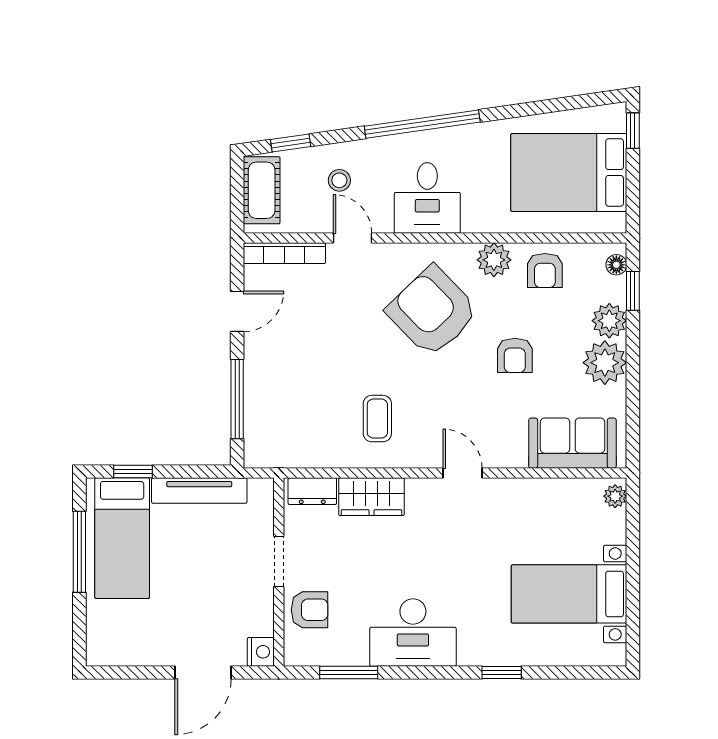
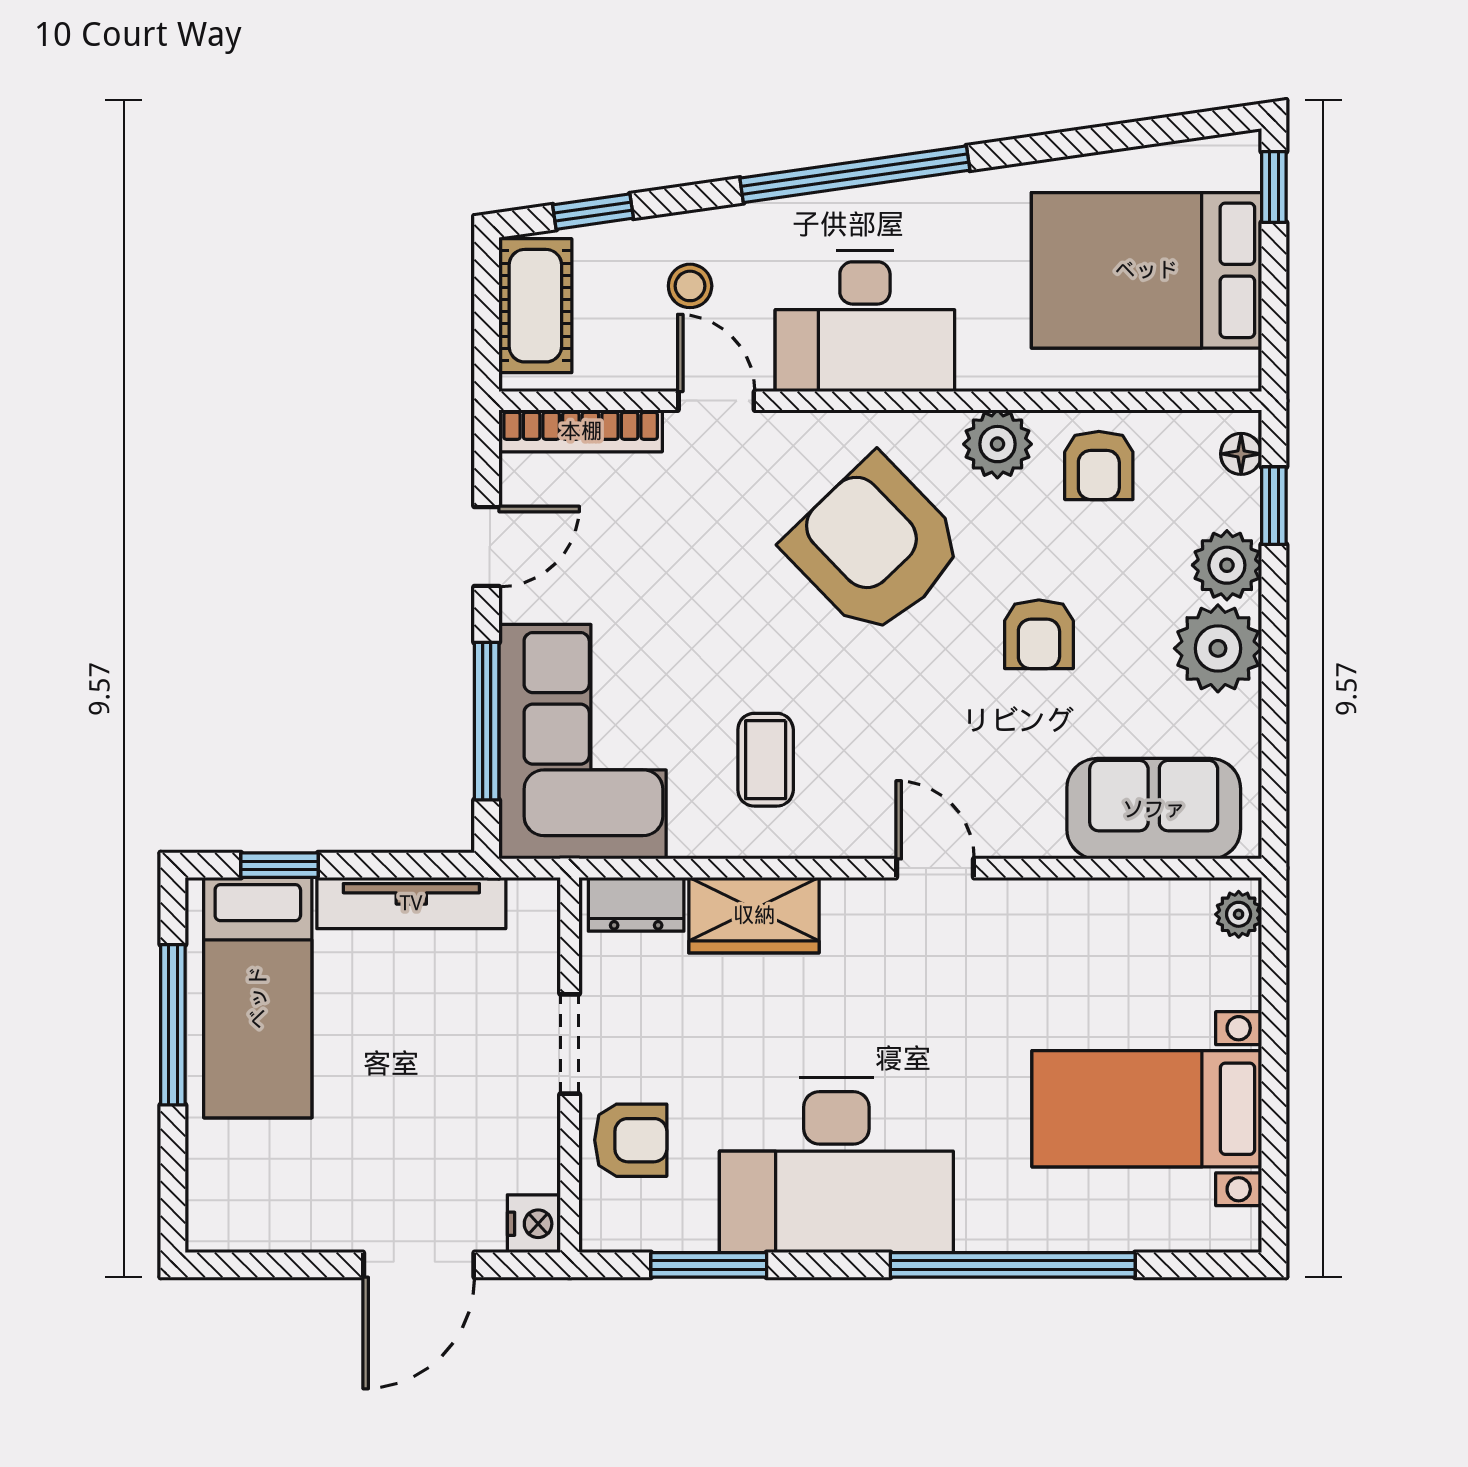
desk: (427, 198) -> (865, 321), width x1.37
corner sofa: (285, 409) -> (583, 742), added
desk: (413, 632) -> (836, 1165), width x1.36, depth x1.30
window: (502, 673) -> (1013, 1265), width x3.17

